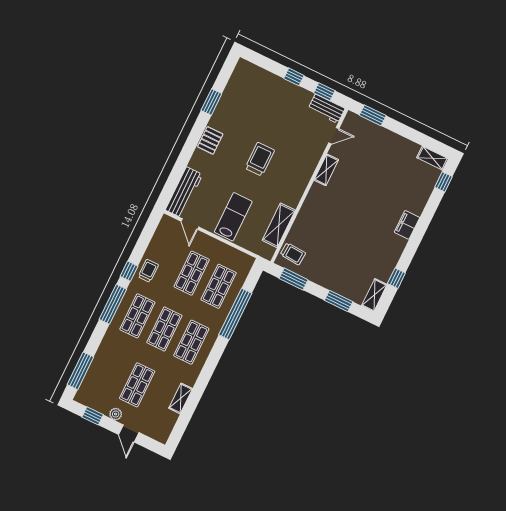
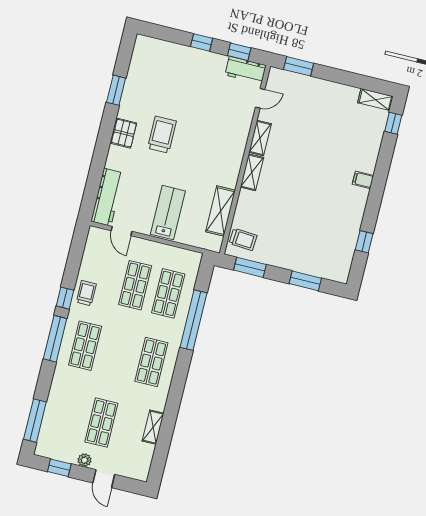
trolley: (260, 159) -> (162, 135), moved
filing cabinet: (407, 225) -> (363, 180), width x0.50
shelving: (374, 295) -> (252, 172), moved
shop shelf: (164, 329) -> (118, 354), removed

